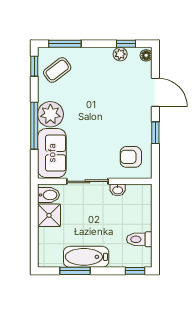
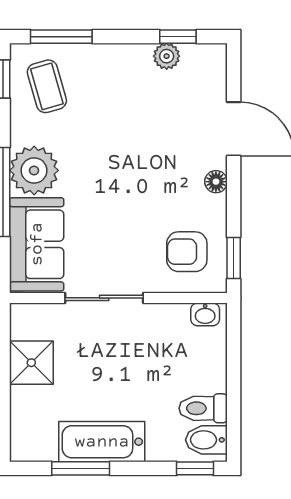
floor lamp: (146, 55) -> (216, 182), moved
coffee table: (57, 70) -> (47, 86), turned -69
window: (155, 133) -> (234, 258), moved
washbasin: (118, 190) -> (205, 314), moved
bidet: (49, 195) -> (206, 440), moved, turned 180

